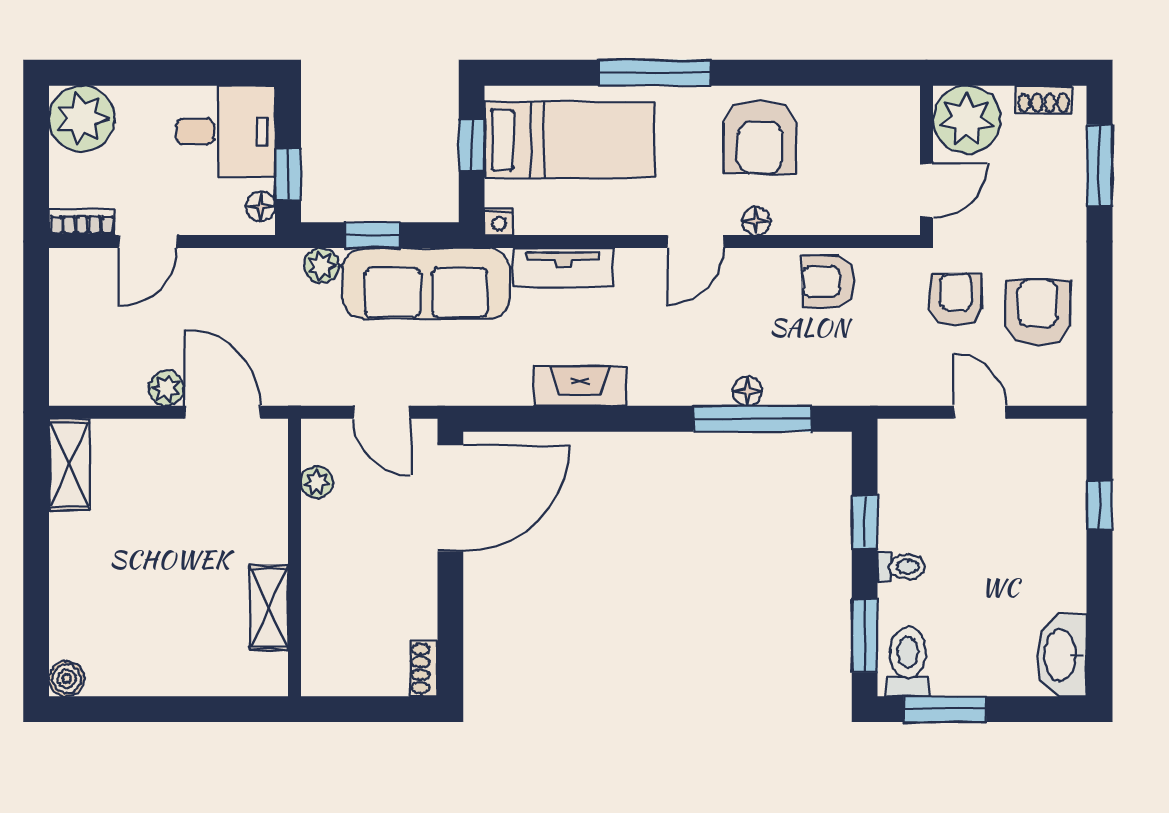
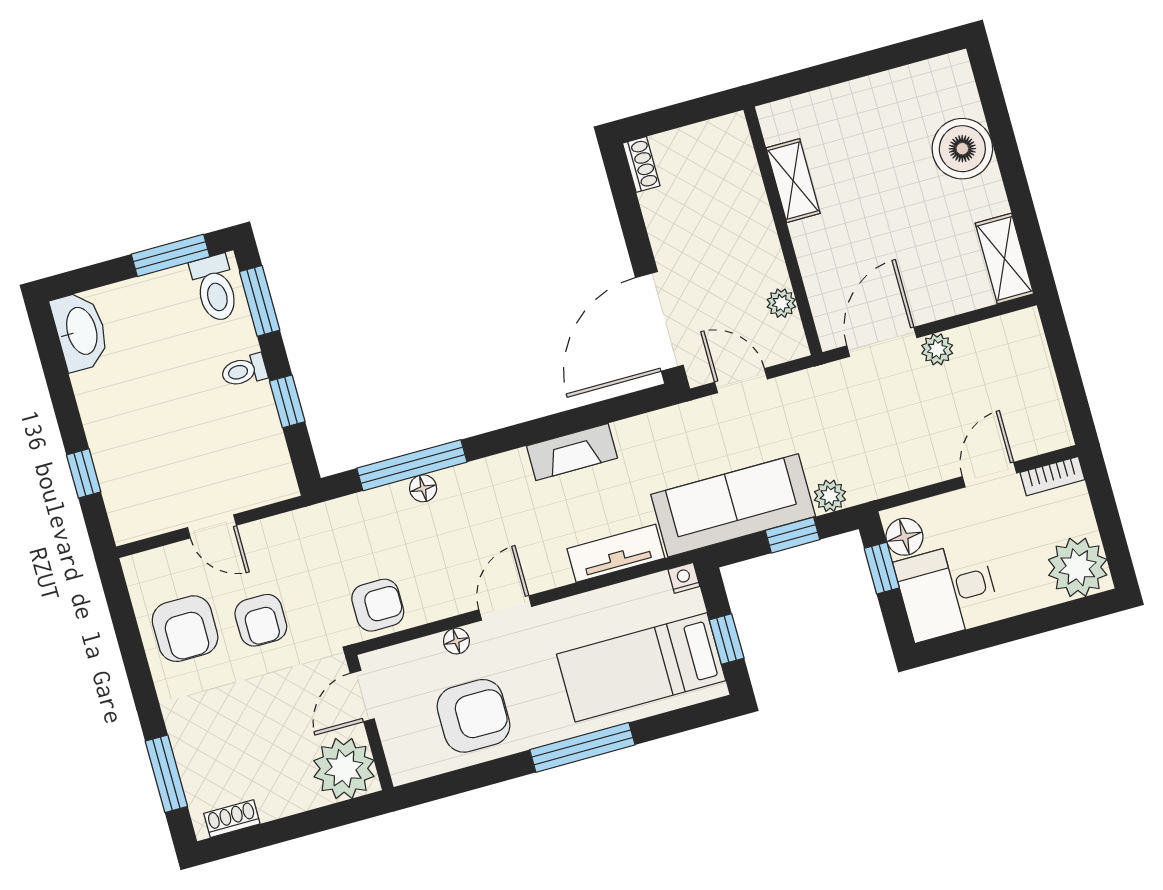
plant: (967, 120) -> (344, 769), moved
armchair: (760, 137) -> (474, 716), turned 90
wall: (926, 160) -> (370, 723), moved
door: (926, 190) -> (362, 696), moved
floor lamp: (261, 206) -> (904, 537), width x1.37, depth x1.37
door: (222, 412) -> (882, 342), swing flipped
boiler: (67, 679) -> (962, 149), moved, width x1.86, depth x1.86

